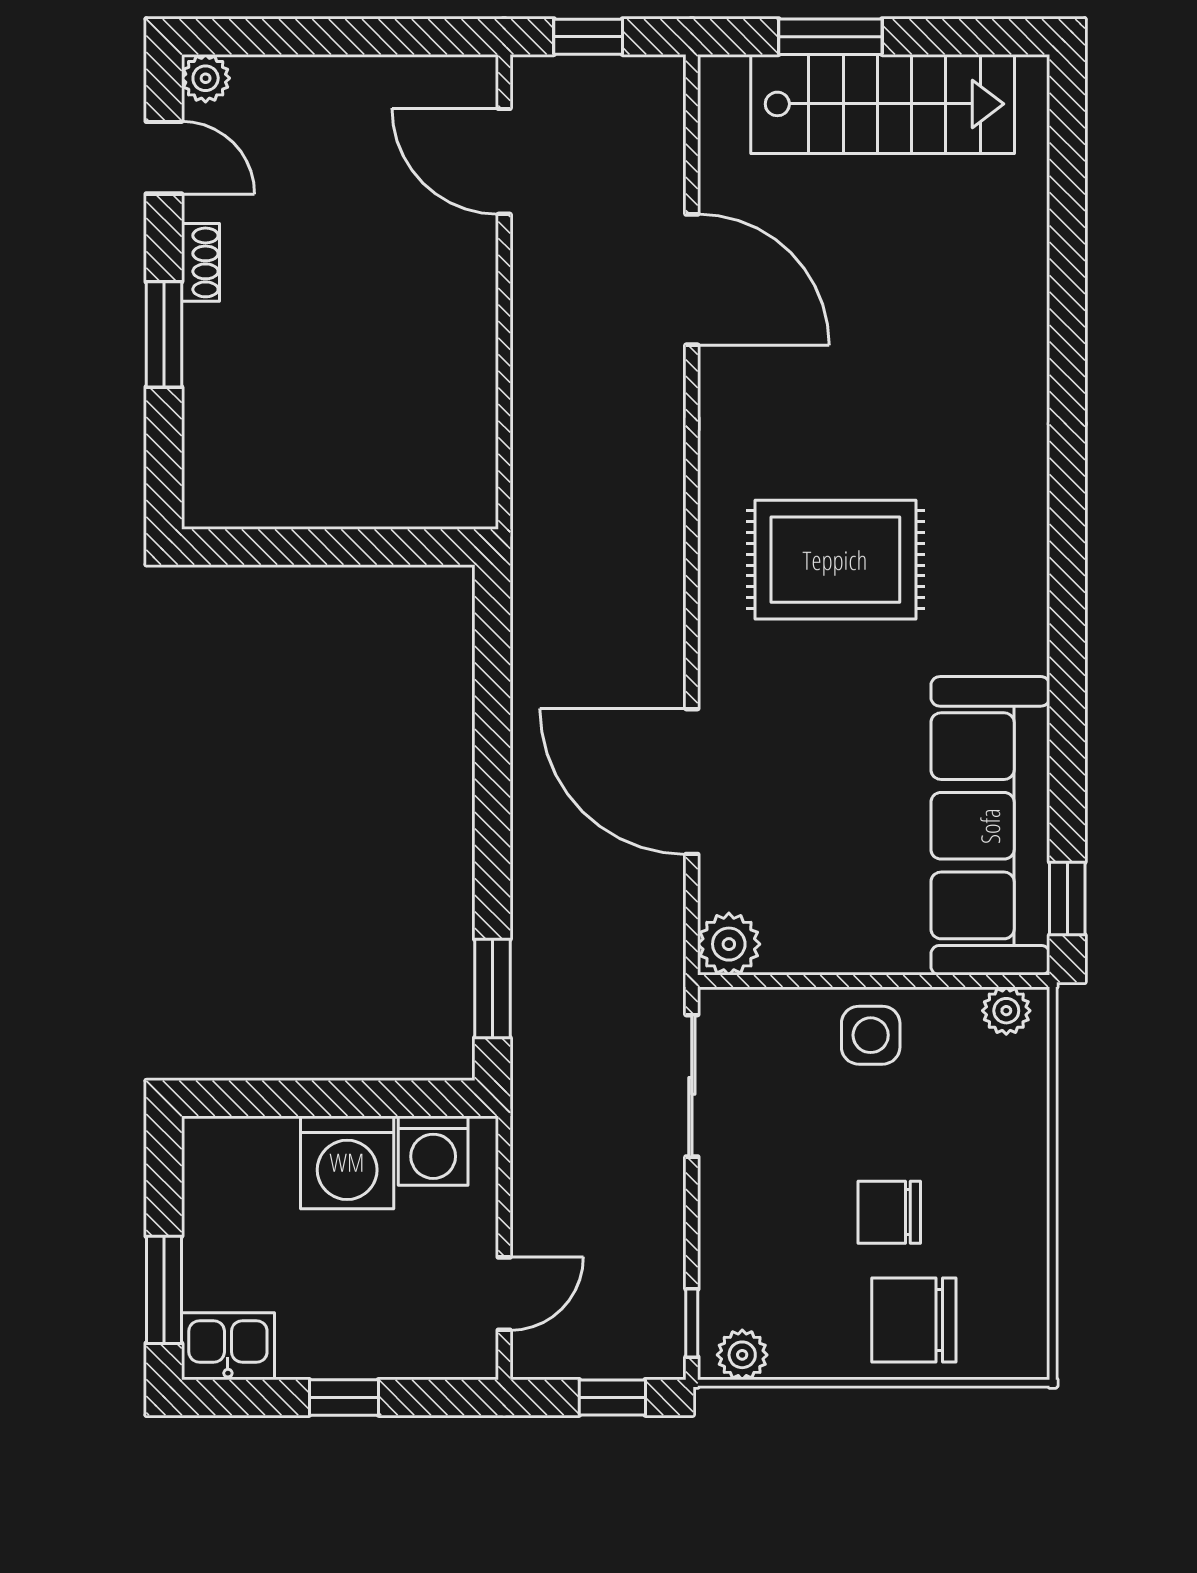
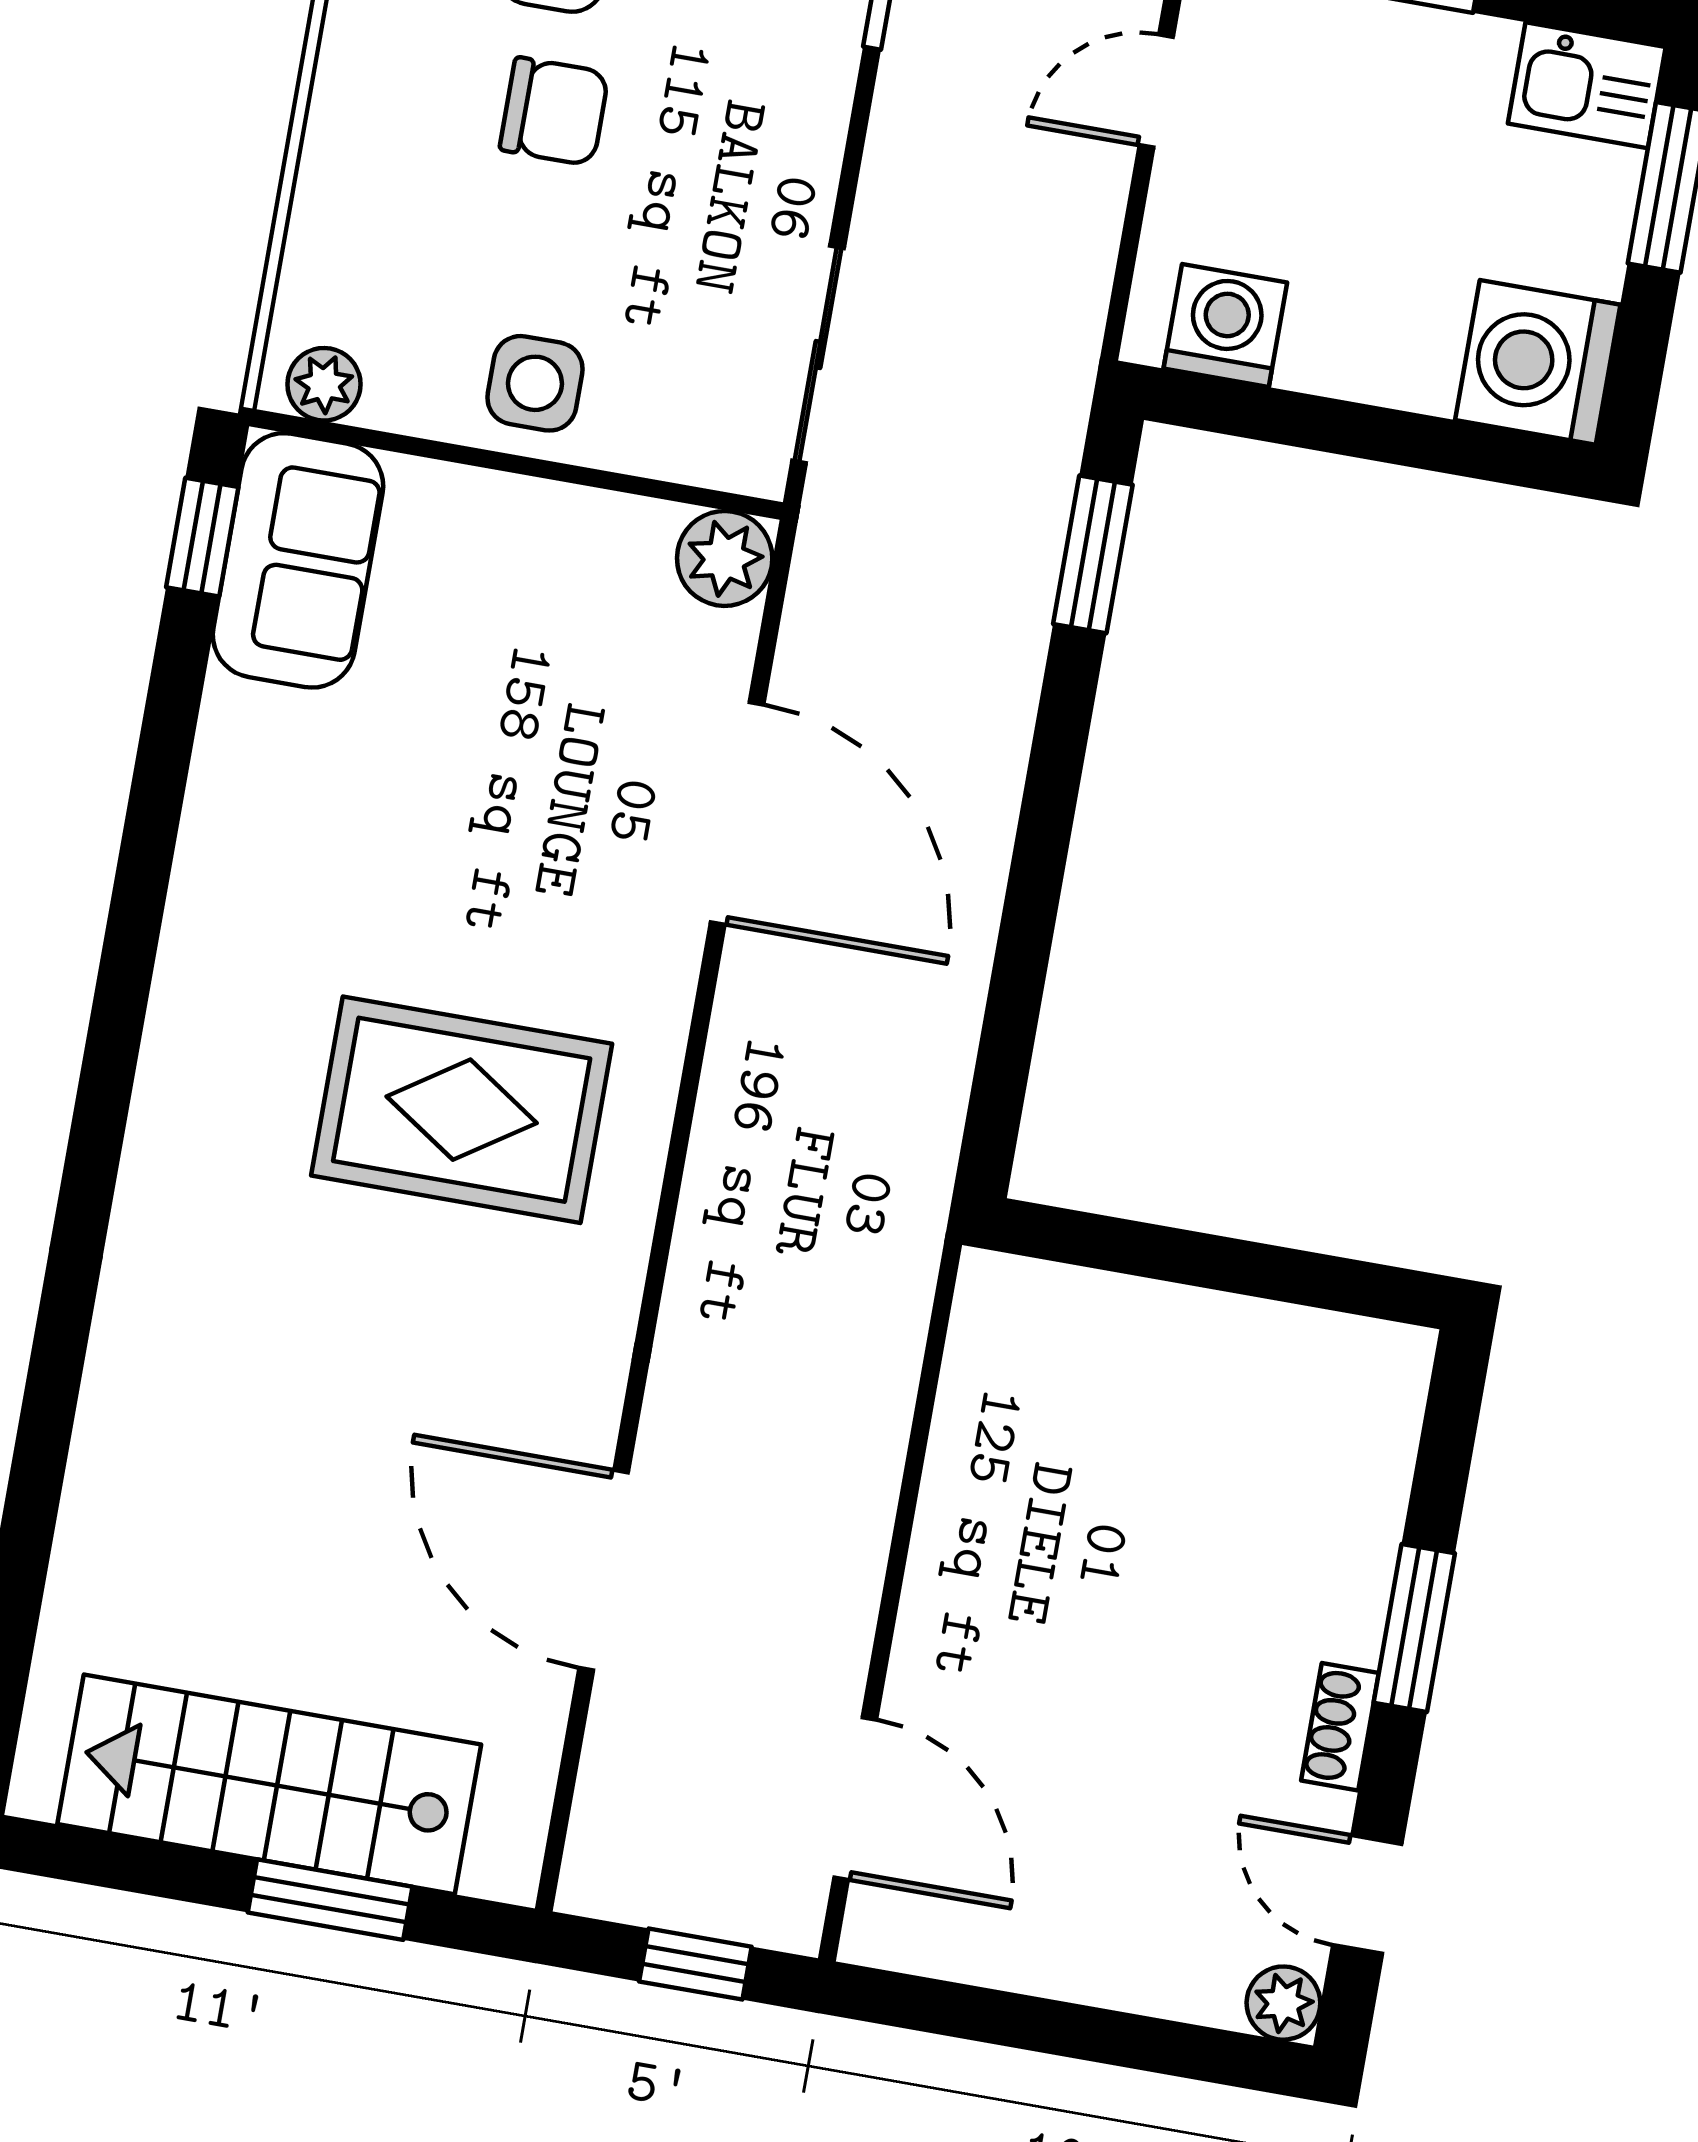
sofa: (990, 826) -> (298, 560), width x0.54, depth x0.79
washing machine: (347, 1162) -> (1538, 362), moved, turned -90

